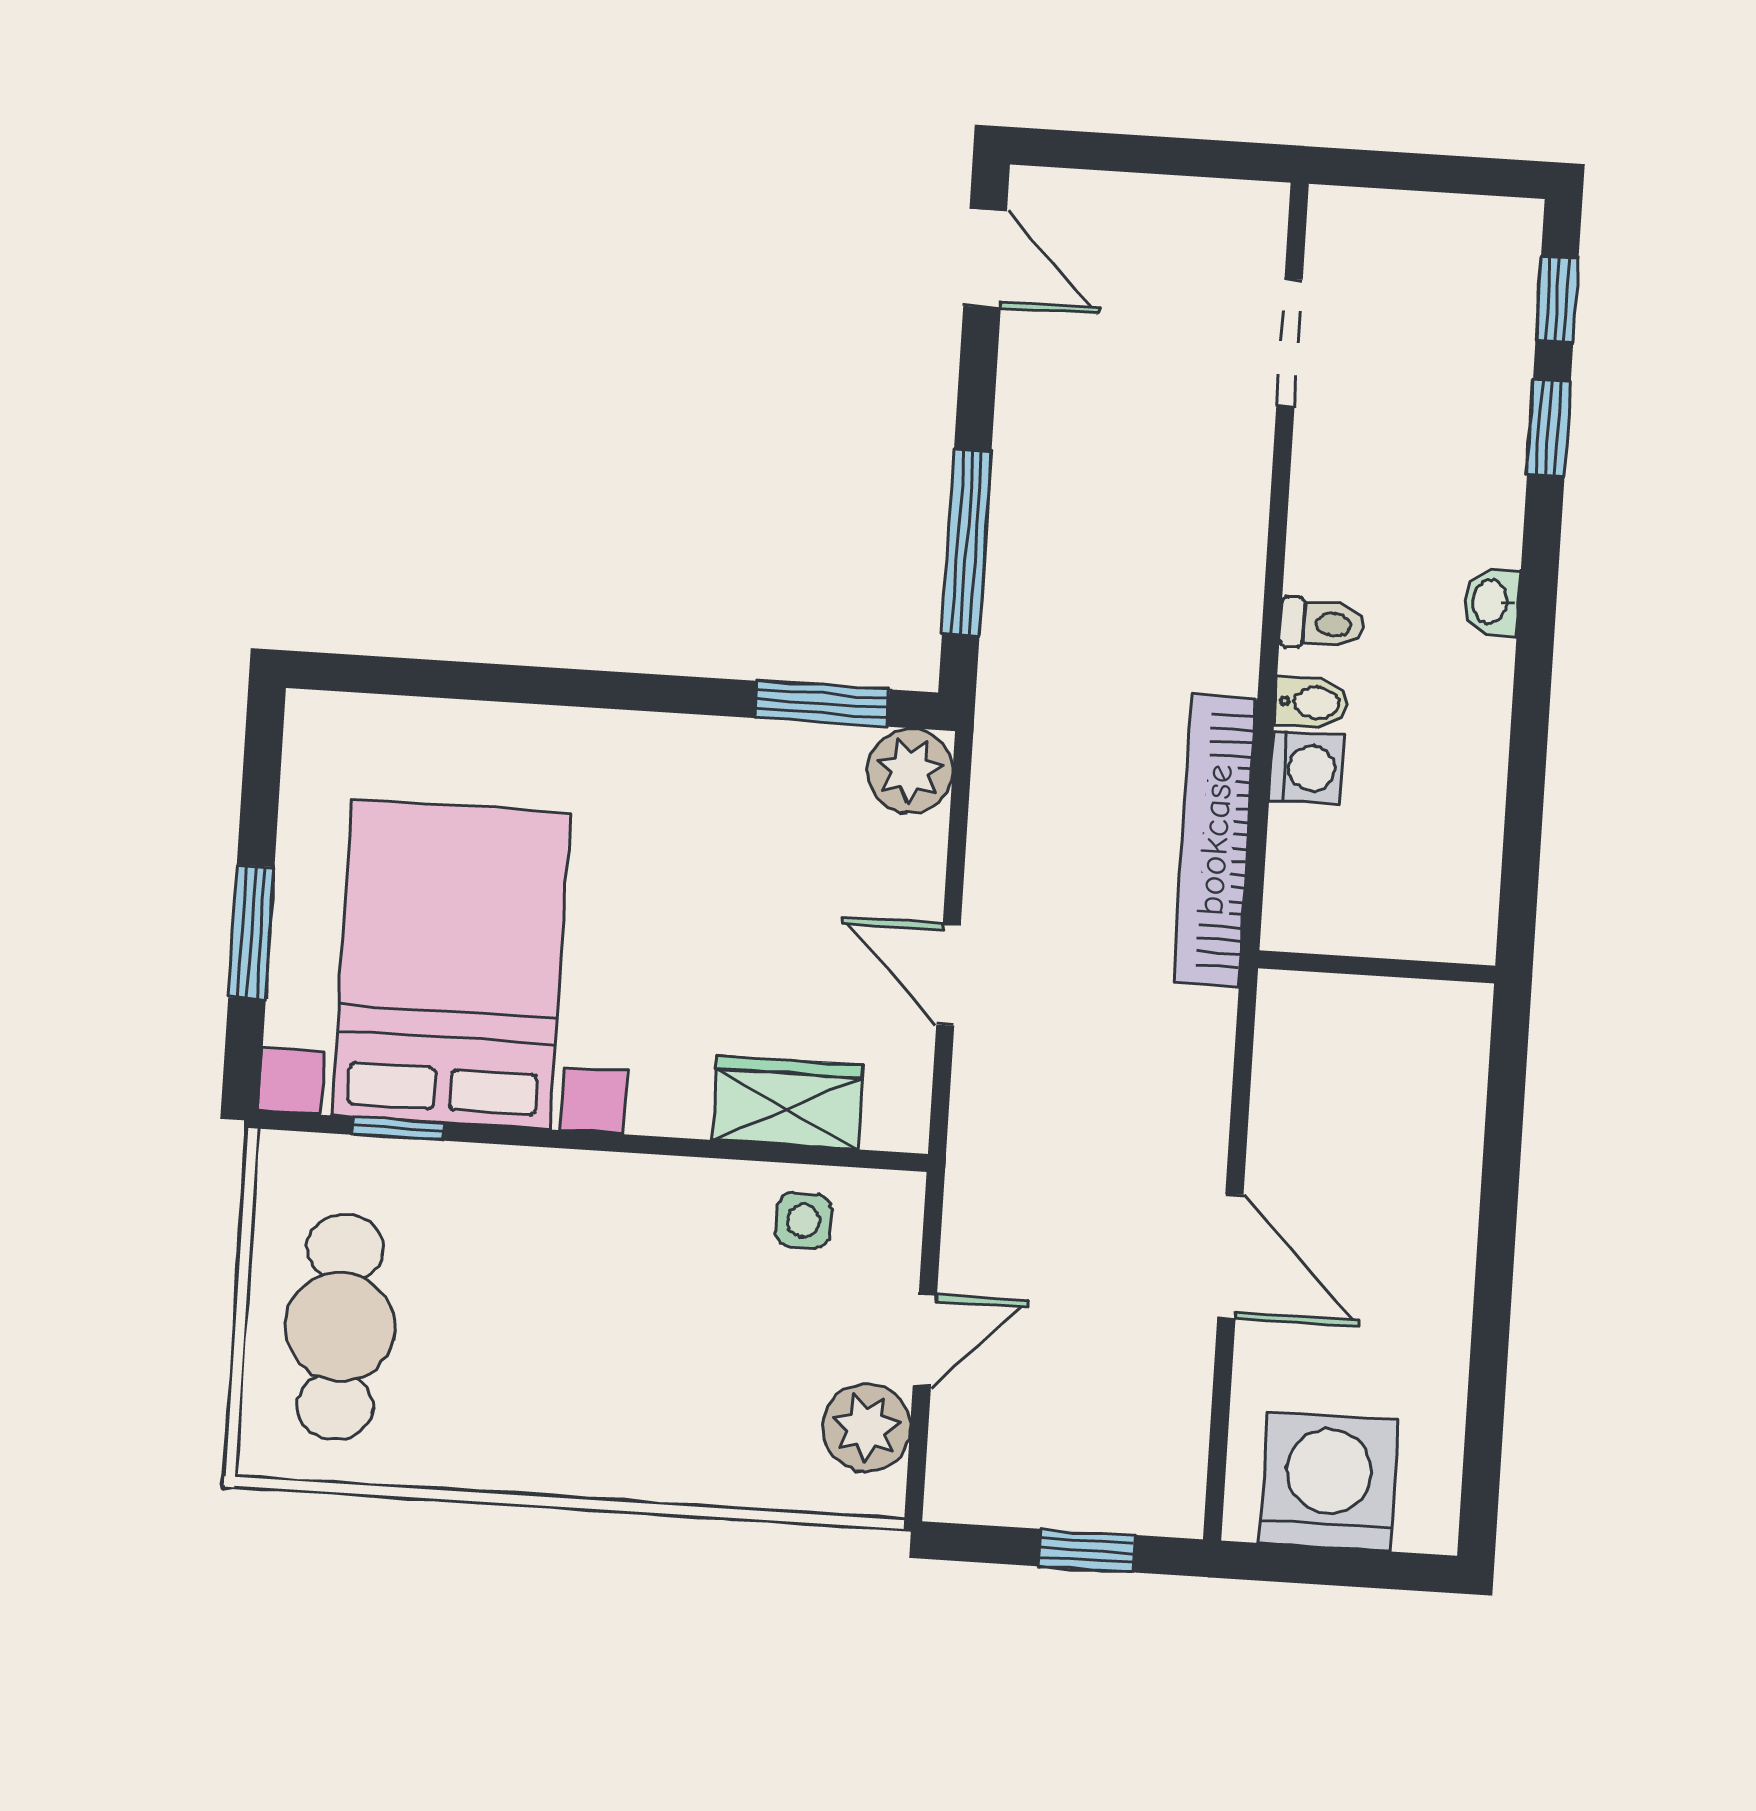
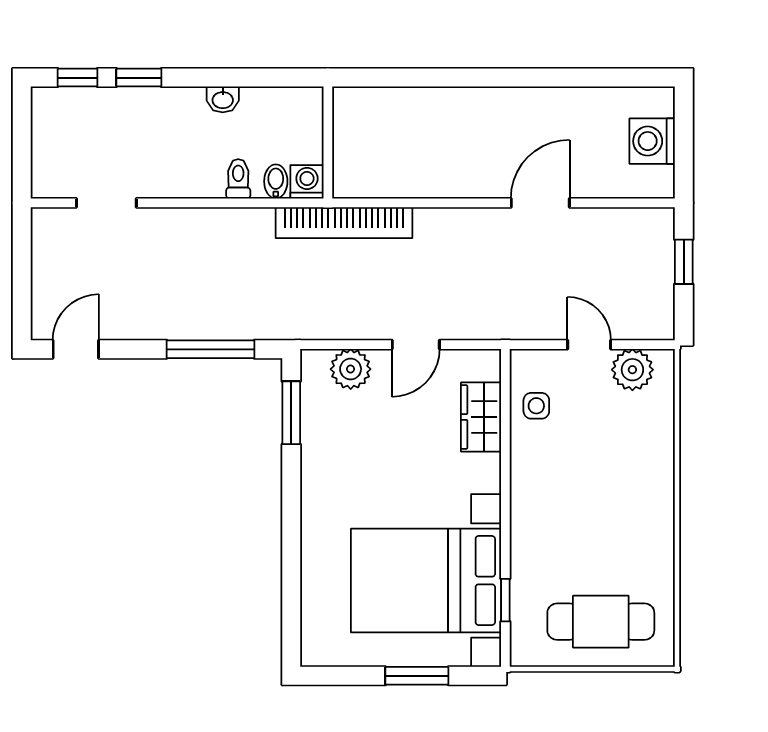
plant: (910, 771) -> (351, 369), moved
wall: (1377, 967) -> (328, 142), moved
washing machine: (1329, 1482) -> (652, 141), width x0.73, depth x0.73

